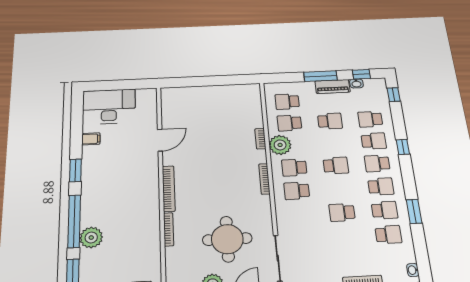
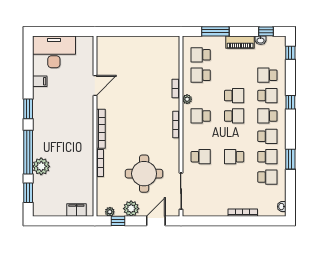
window: (321, 76) -> (215, 31), moved
school desk: (330, 121) -> (234, 96), moved
plant: (280, 145) -> (187, 99), width x0.53, depth x0.53
school desk: (297, 191) -> (201, 157), moved, turned 180

